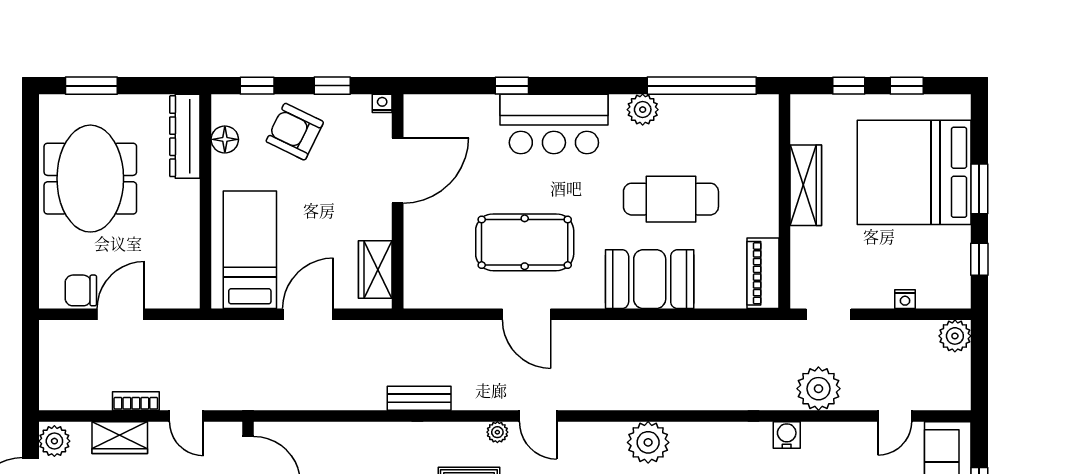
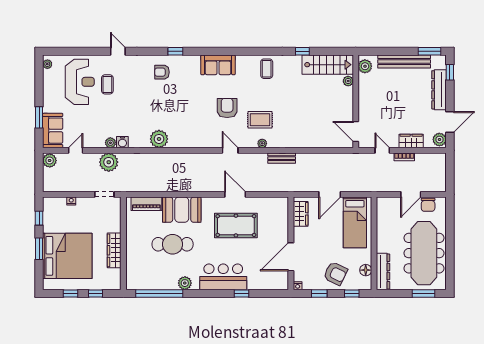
meeting table: (90, 179) -> (424, 253), width x1.36
piano: (763, 273) -> (146, 204), moved, turned 90
chair: (81, 290) -> (428, 205), turned 90
plant: (955, 336) -> (50, 161), moved
plant: (497, 432) -> (262, 143), moved
plant: (814, 434) -> (110, 143), added
plant: (648, 442) -> (159, 139), moved

